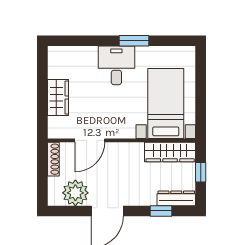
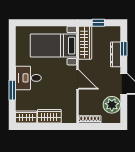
window: (134, 41) -> (12, 90), moved
wardrobe: (57, 62) -> (26, 117), added
door: (90, 140) -> (78, 79), moved
dresser: (176, 198) -> (115, 54), moved

